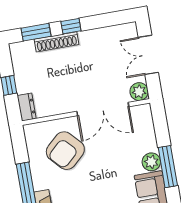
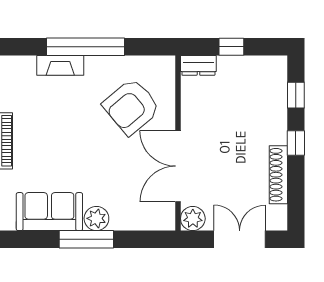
window: (36, 32) -> (296, 95), width x0.67
shoe rack: (57, 42) -> (278, 175), moved
armchair: (65, 151) -> (131, 107), turned -87

